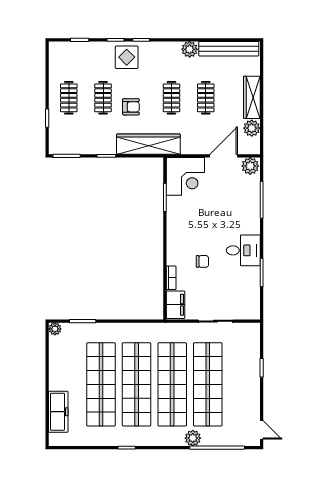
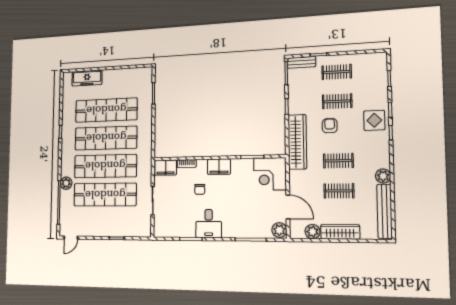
armchair: (131, 107) -> (330, 126), turned 180
bench: (55, 138) -> (301, 62), added
filing cabinet: (176, 238) -> (219, 167), added
plant: (55, 329) -> (148, 72), removed

